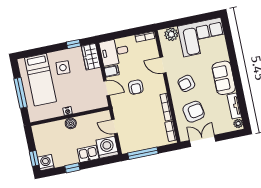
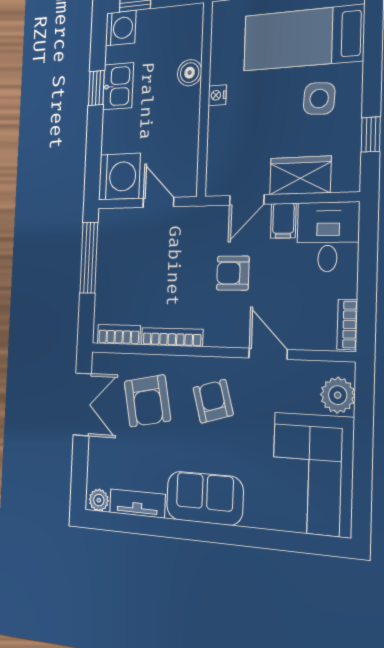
wardrobe: (91, 57) -> (300, 175), moved
door: (163, 65) -> (268, 354), hinge flipped
boiler: (71, 123) -> (190, 73), moved
door: (114, 127) -> (158, 202), hinge flipped
kitchen sink: (88, 154) -> (118, 86), moved

